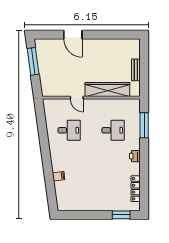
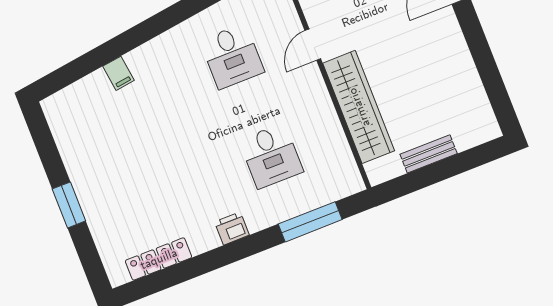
window: (121, 215) -> (69, 205), moved

